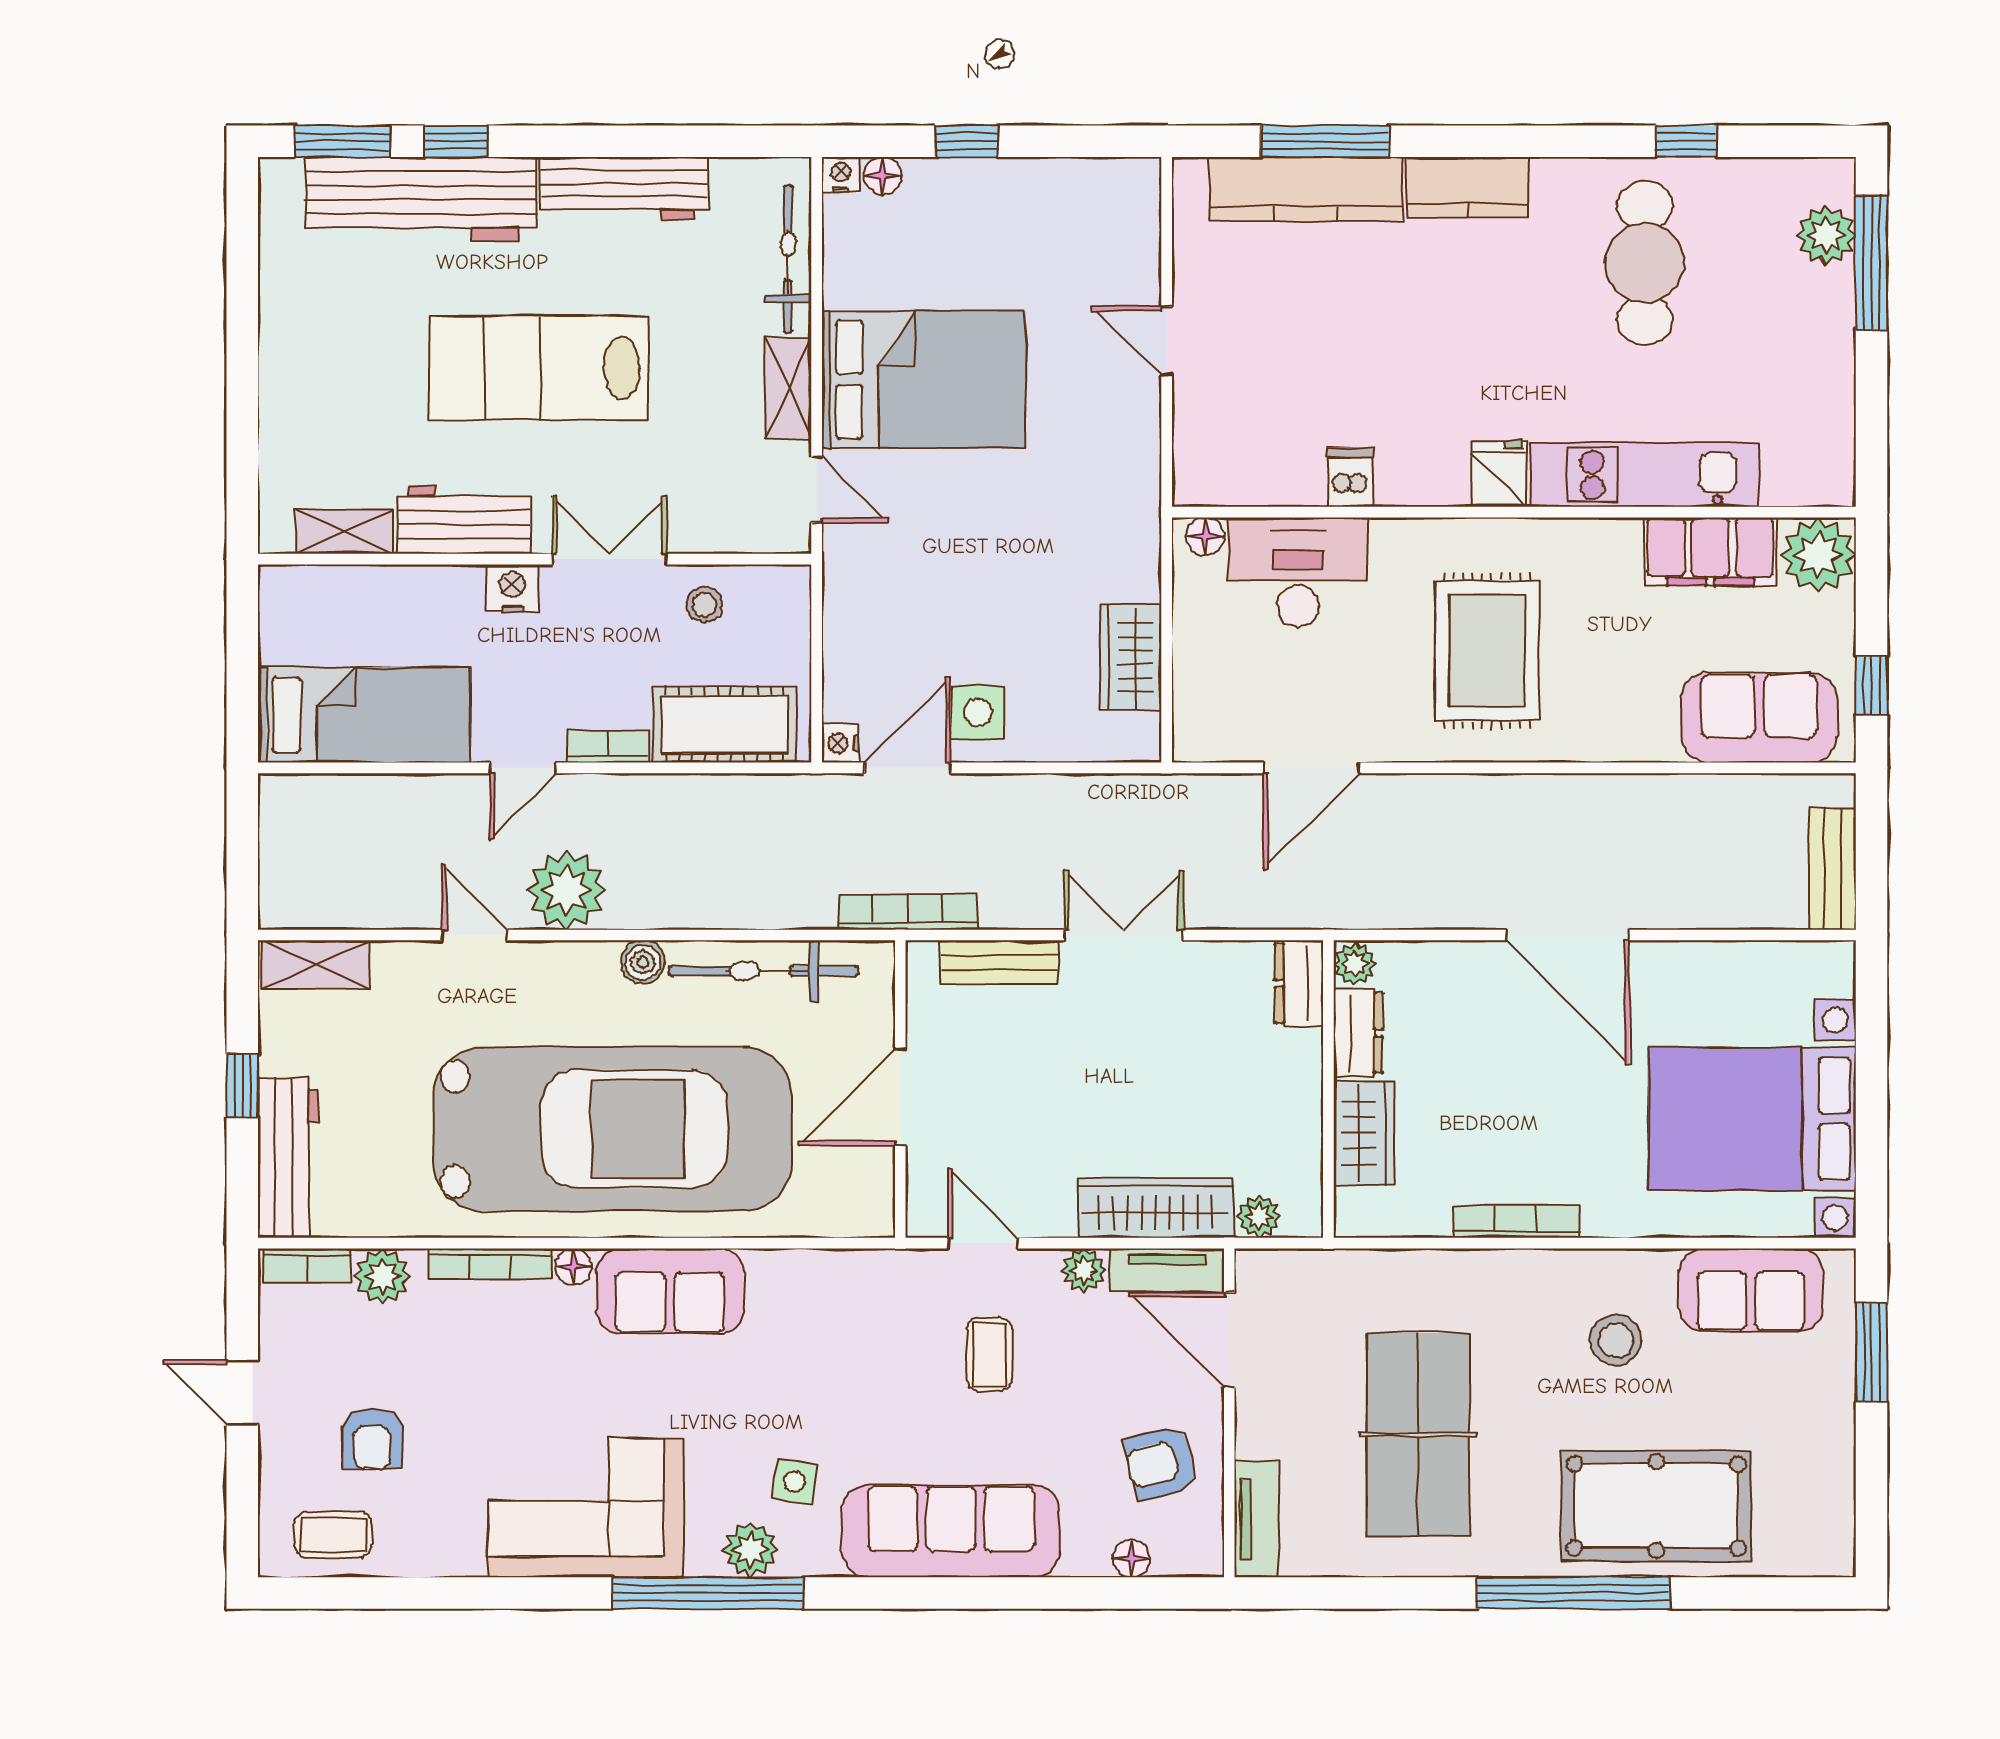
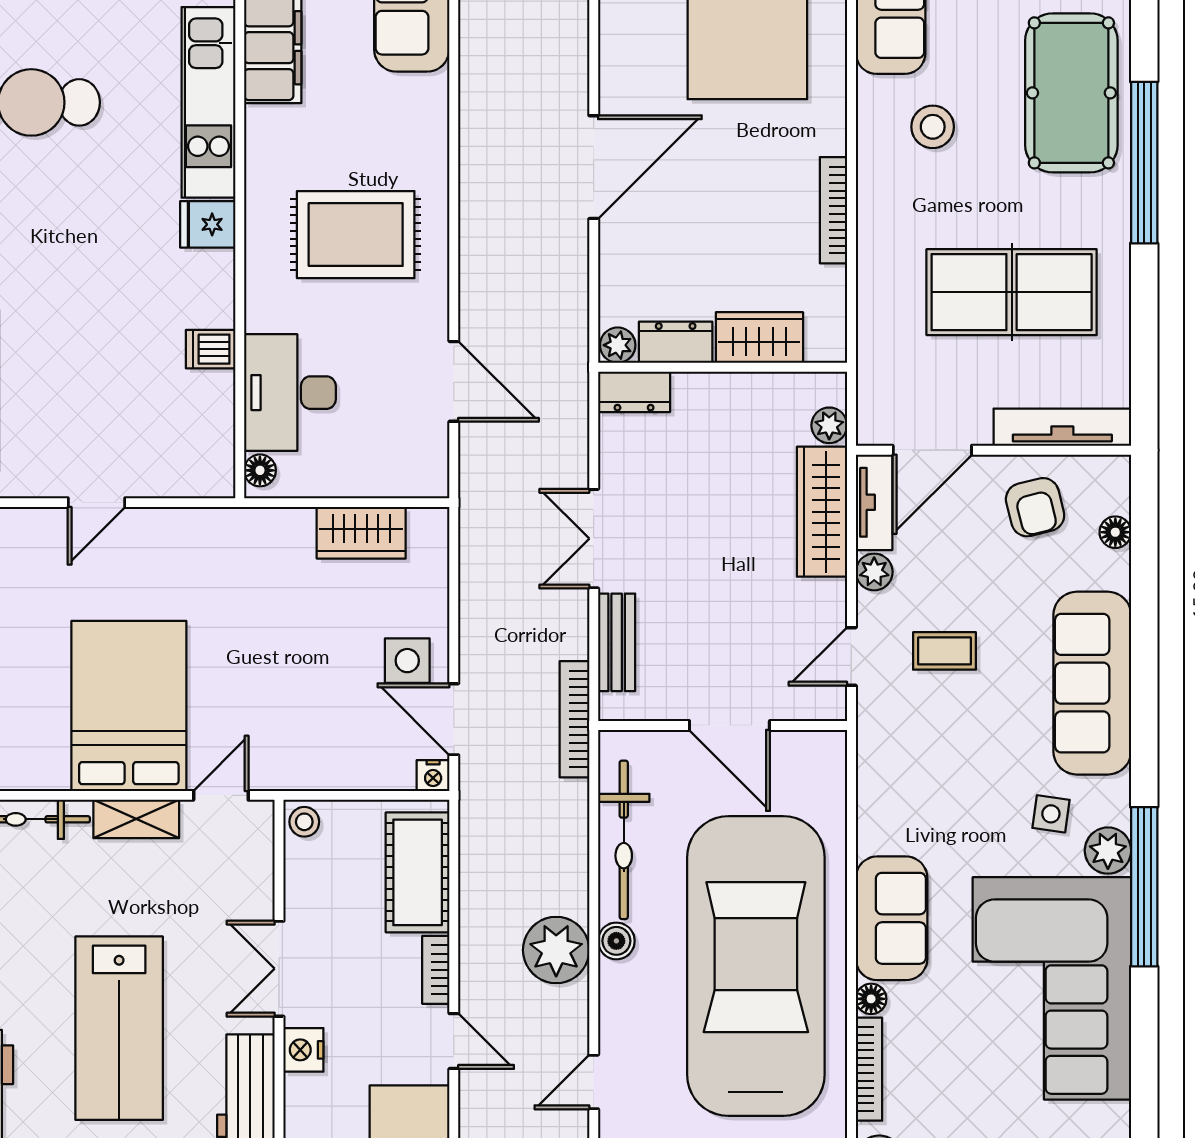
stool: (705, 605) -> (304, 822), moved
plant: (567, 890) -> (556, 950), moved
corner sofa: (586, 1508) -> (1052, 988), width x1.36, depth x1.36
tv unit: (1257, 1519) -> (1062, 427), width x1.41

